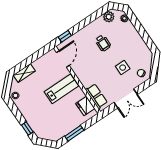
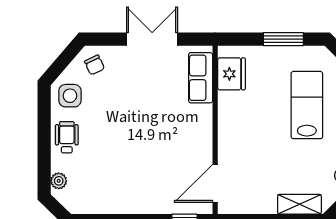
plant: (109, 17) -> (84, 202), removed
wheelchair: (103, 43) -> (67, 137), moved
side table: (123, 68) -> (70, 96), moved
lab bench: (61, 89) -> (307, 105), moved, turned 90

